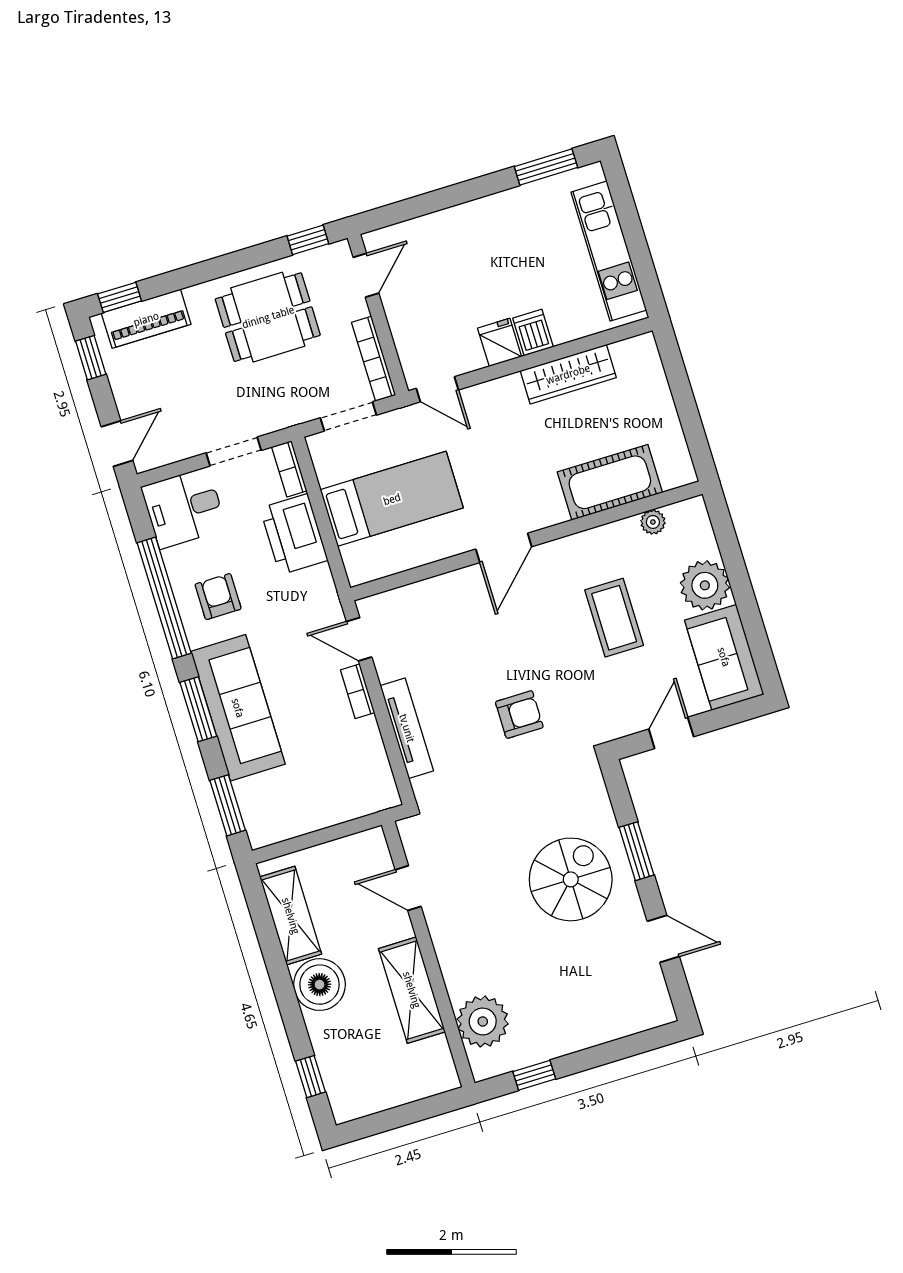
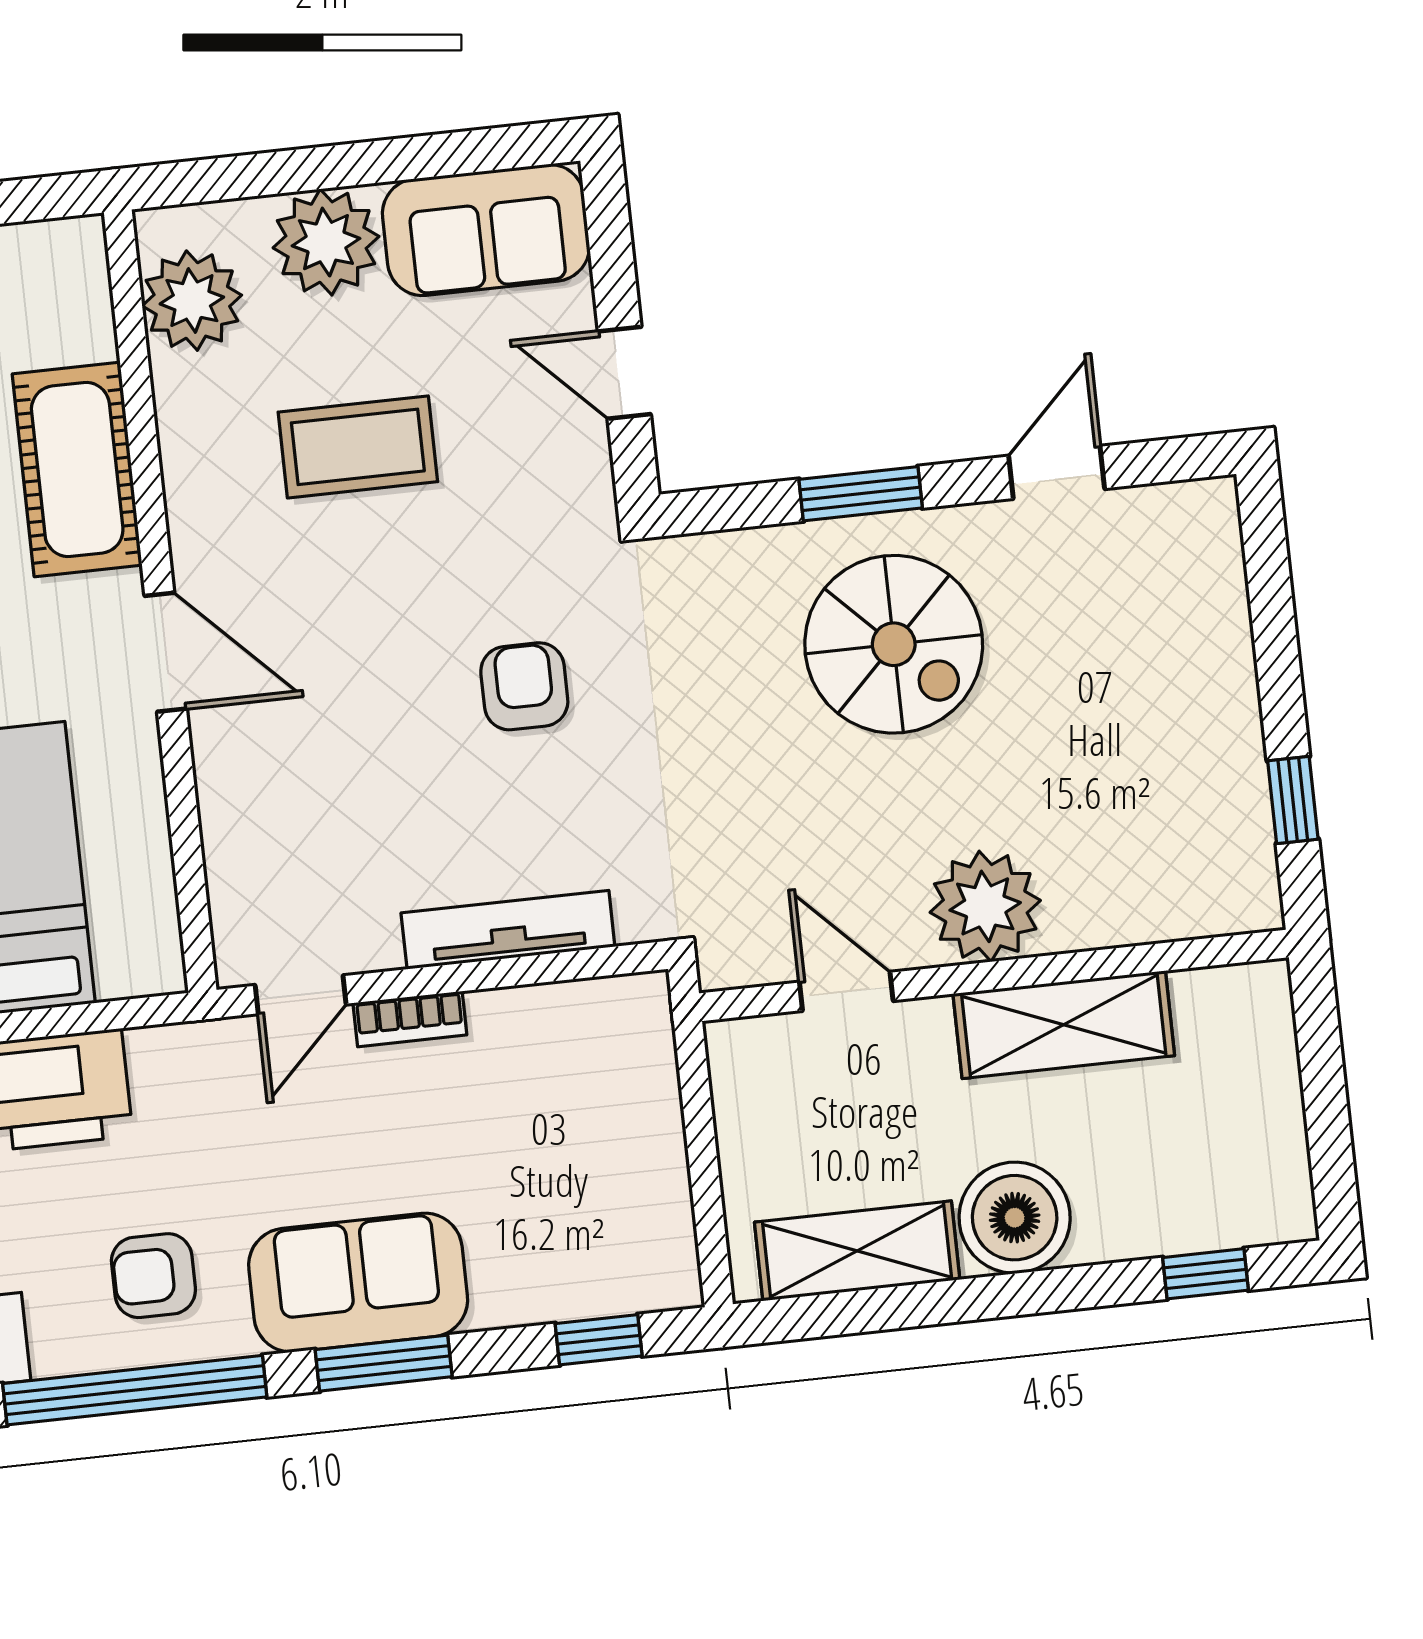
cot: (610, 482) -> (77, 470), moved
plant: (653, 522) -> (192, 301), width x1.88, depth x1.88
sofa: (238, 708) -> (358, 1283), width x0.73
window: (228, 805) -> (599, 1340), width x0.67
spiral stairs: (571, 879) -> (894, 644), turned 180
door: (408, 888) -> (846, 991), swing flipped
plant: (483, 1021) -> (985, 906), moved

